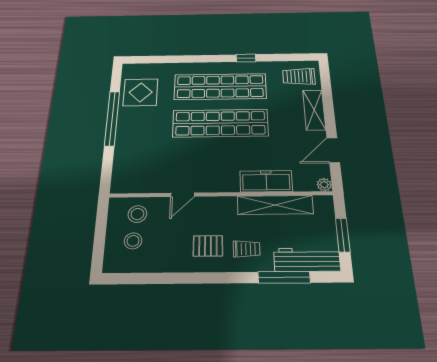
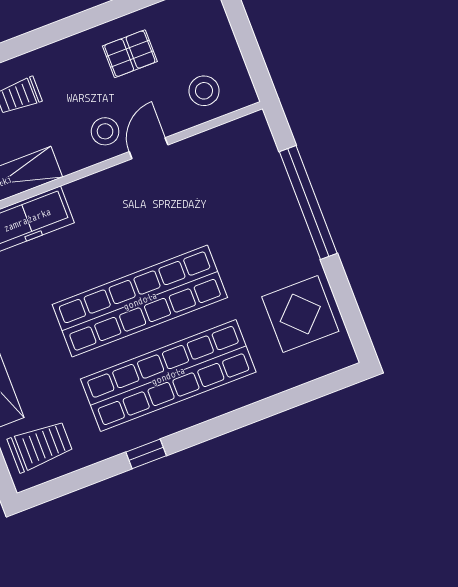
window: (112, 118) -> (308, 203), moved
stool: (133, 241) -> (105, 131), moved
pallet: (208, 246) -> (130, 54), moved

